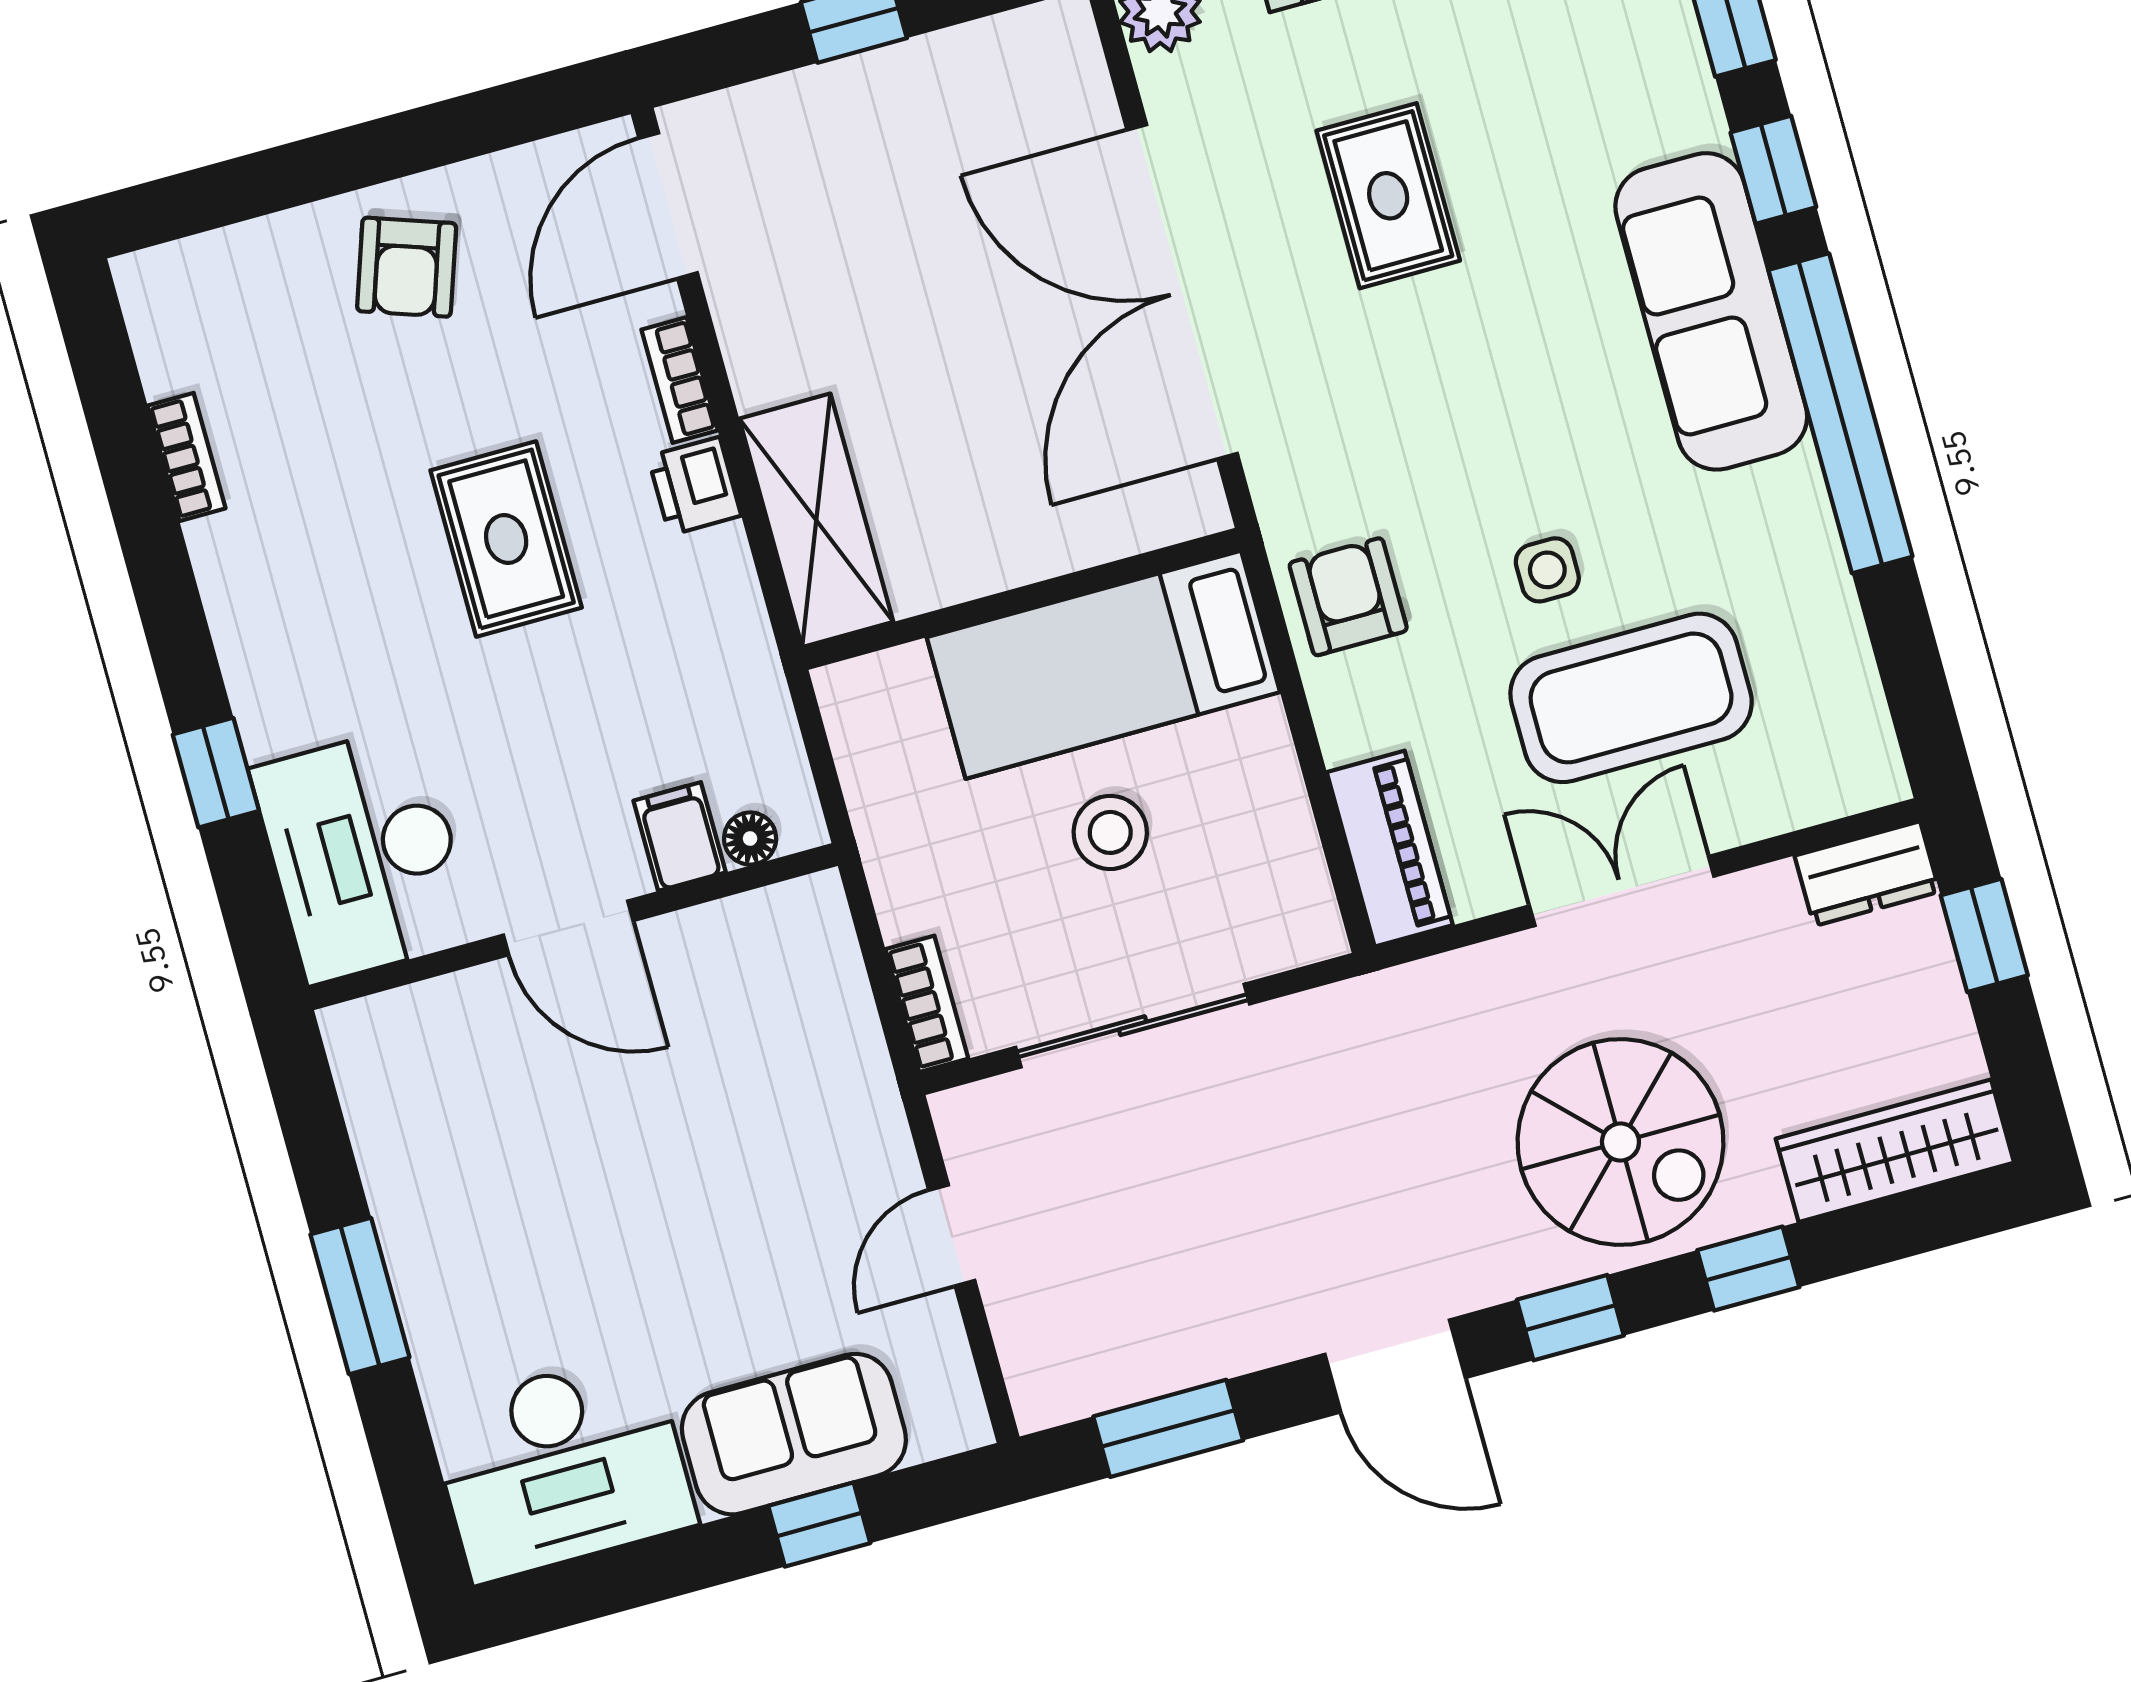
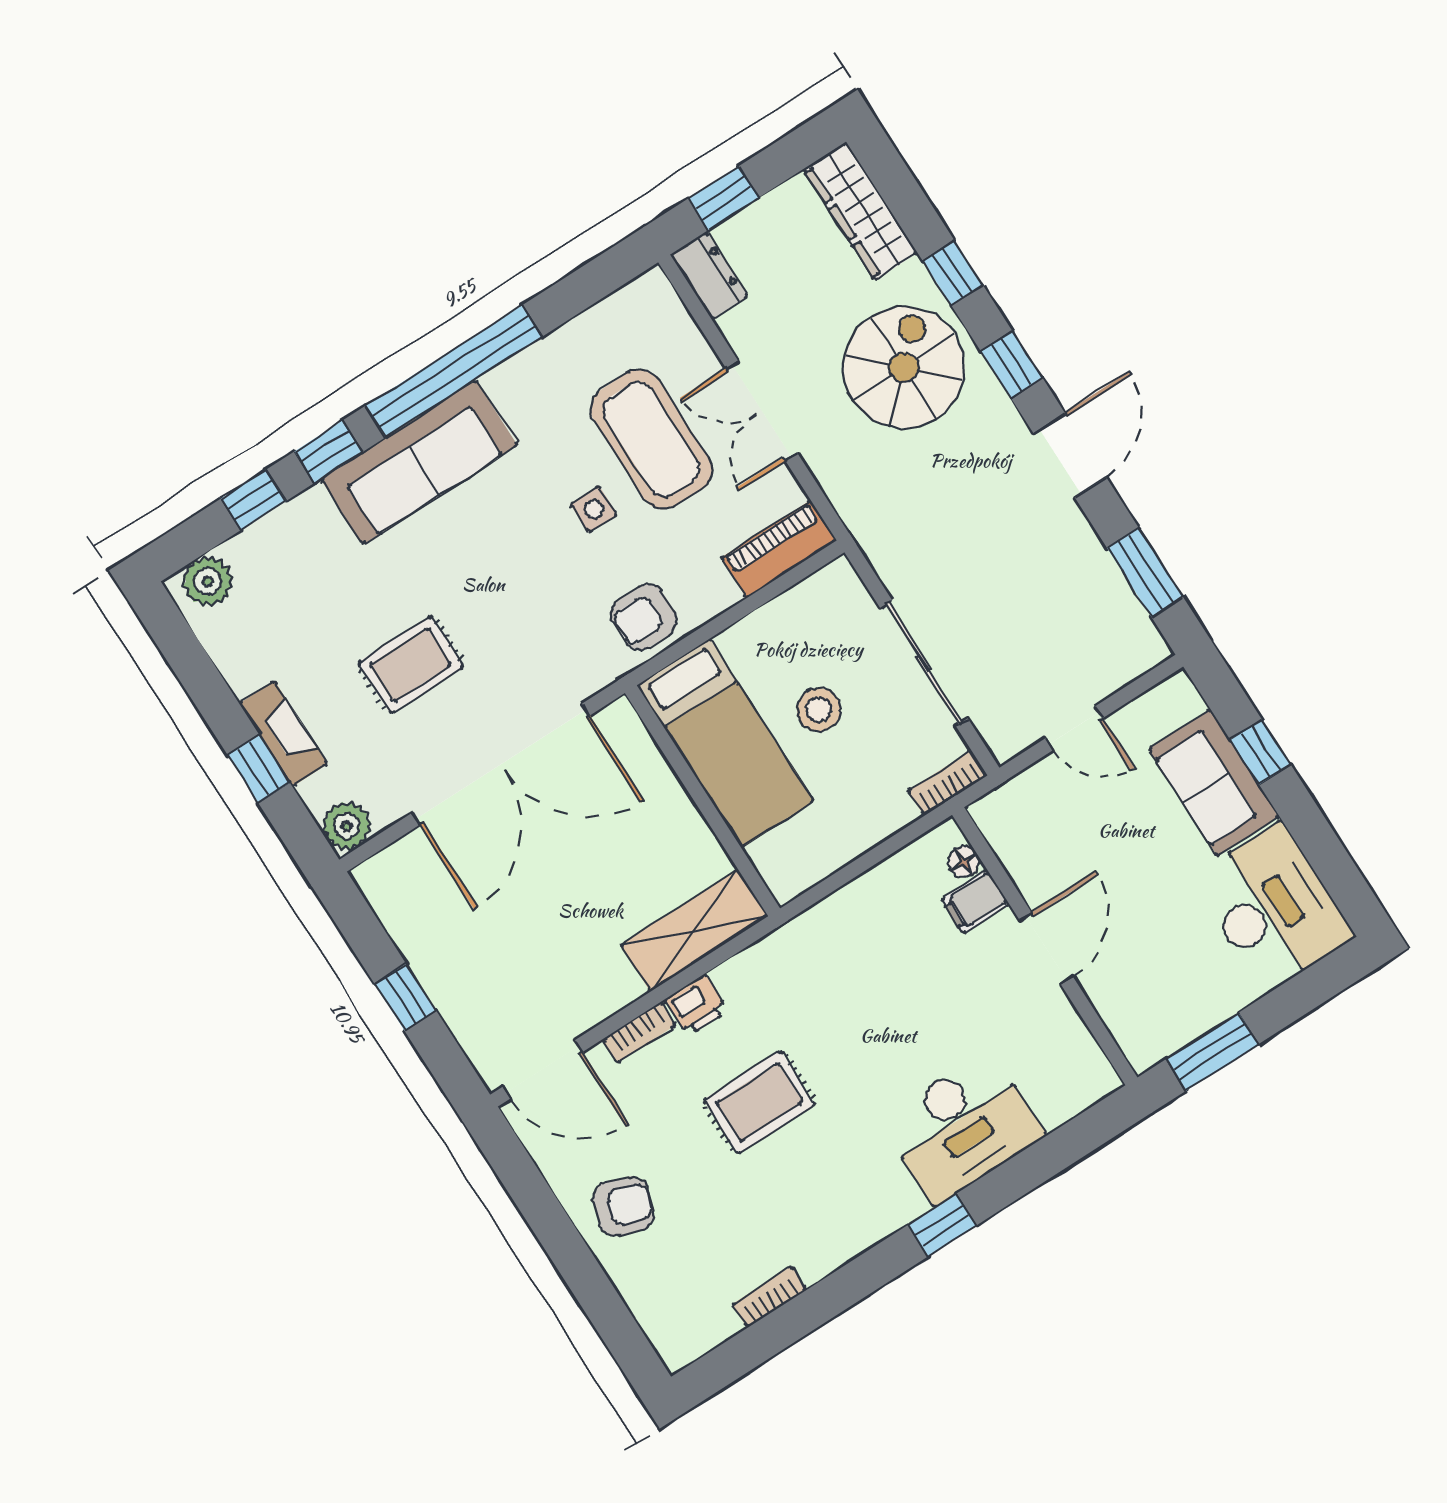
filing cabinet: (680, 836) -> (975, 902), moved
floor lamp: (750, 839) -> (964, 862), moved
wall: (573, 927) -> (1045, 946), moved
door: (568, 928) -> (1046, 948), moved

